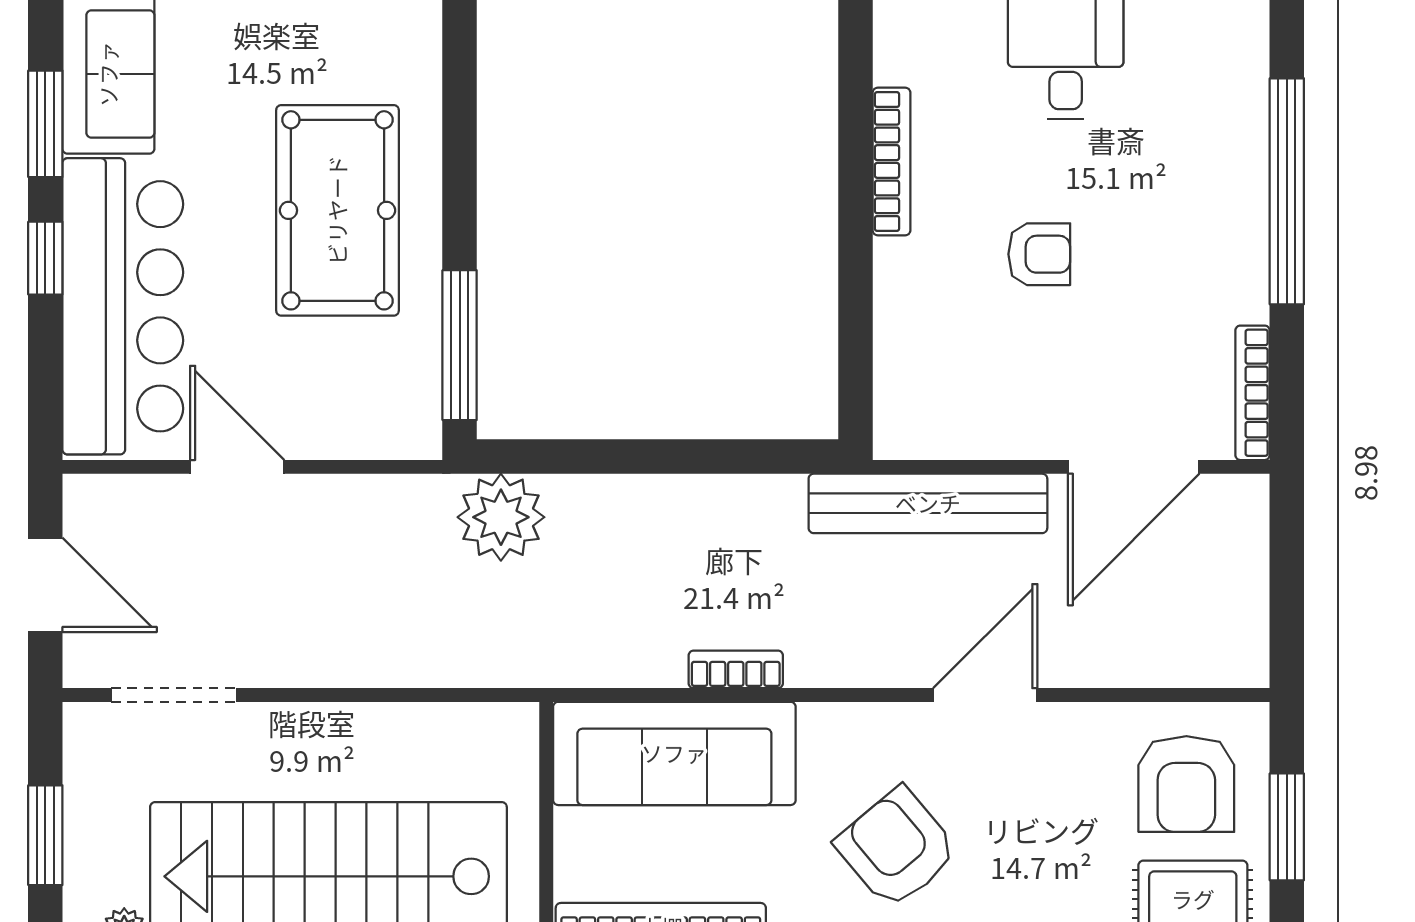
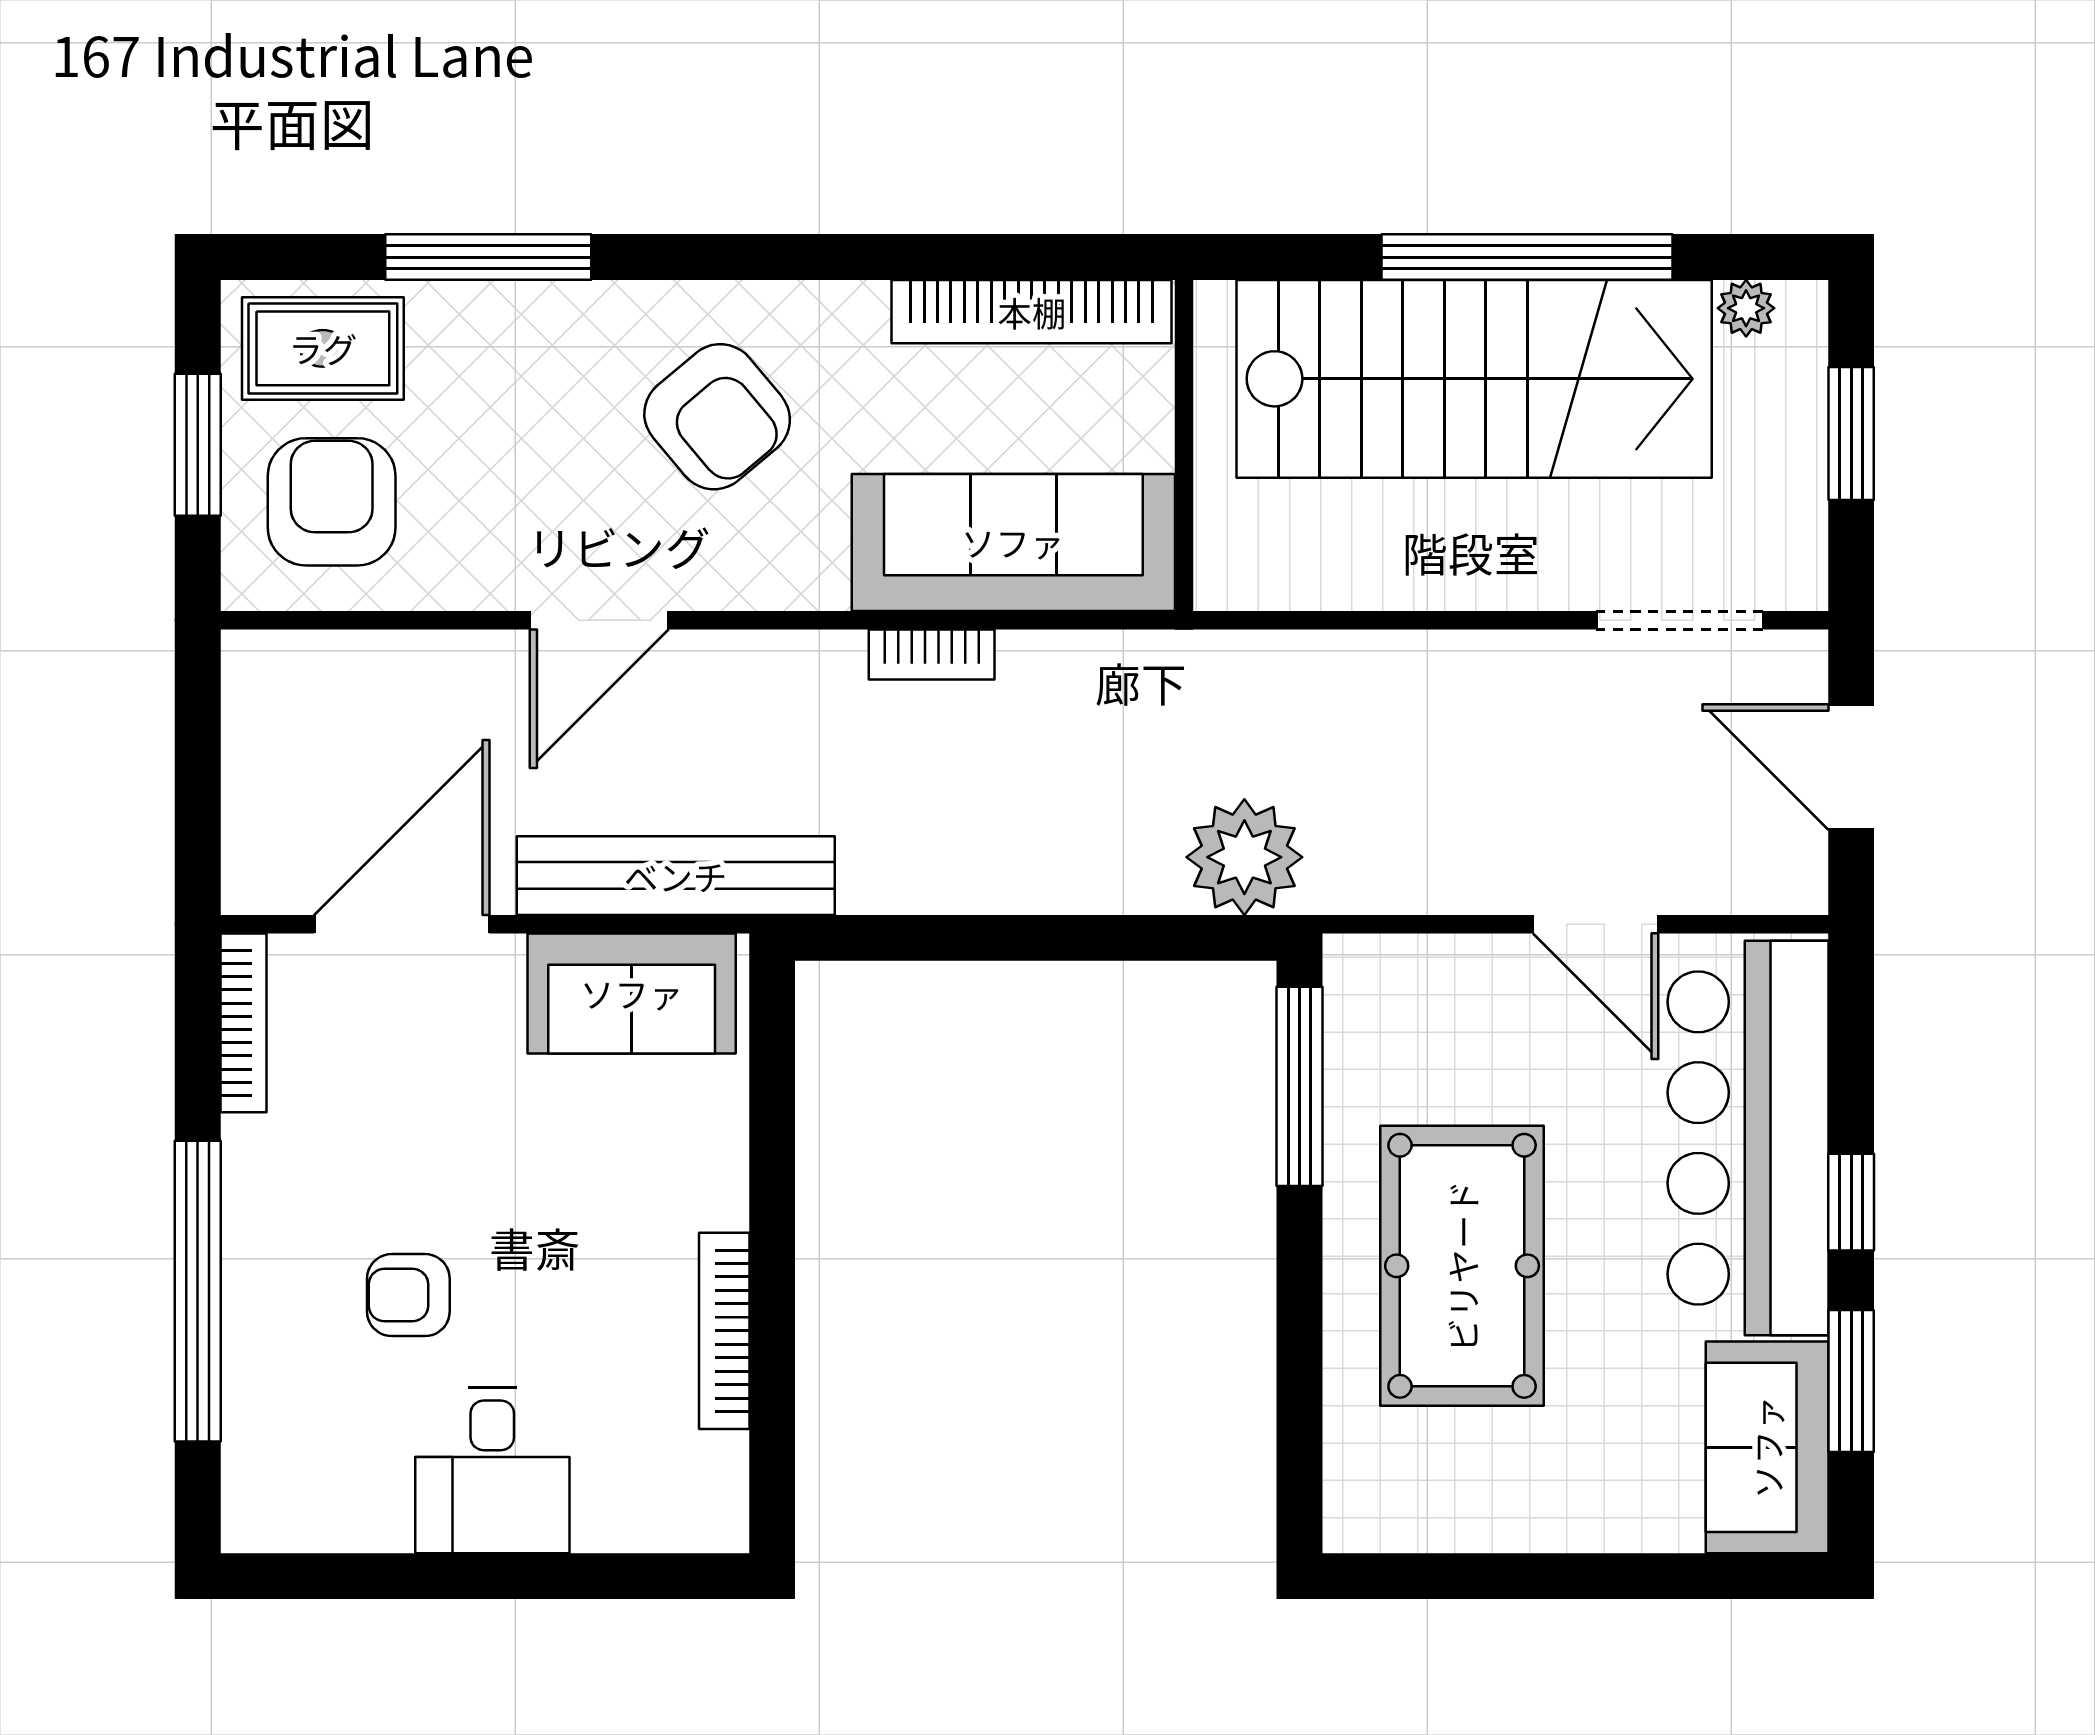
armchair: (1039, 254) -> (408, 1295), moved
sofa: (961, 415) -> (632, 993), added

